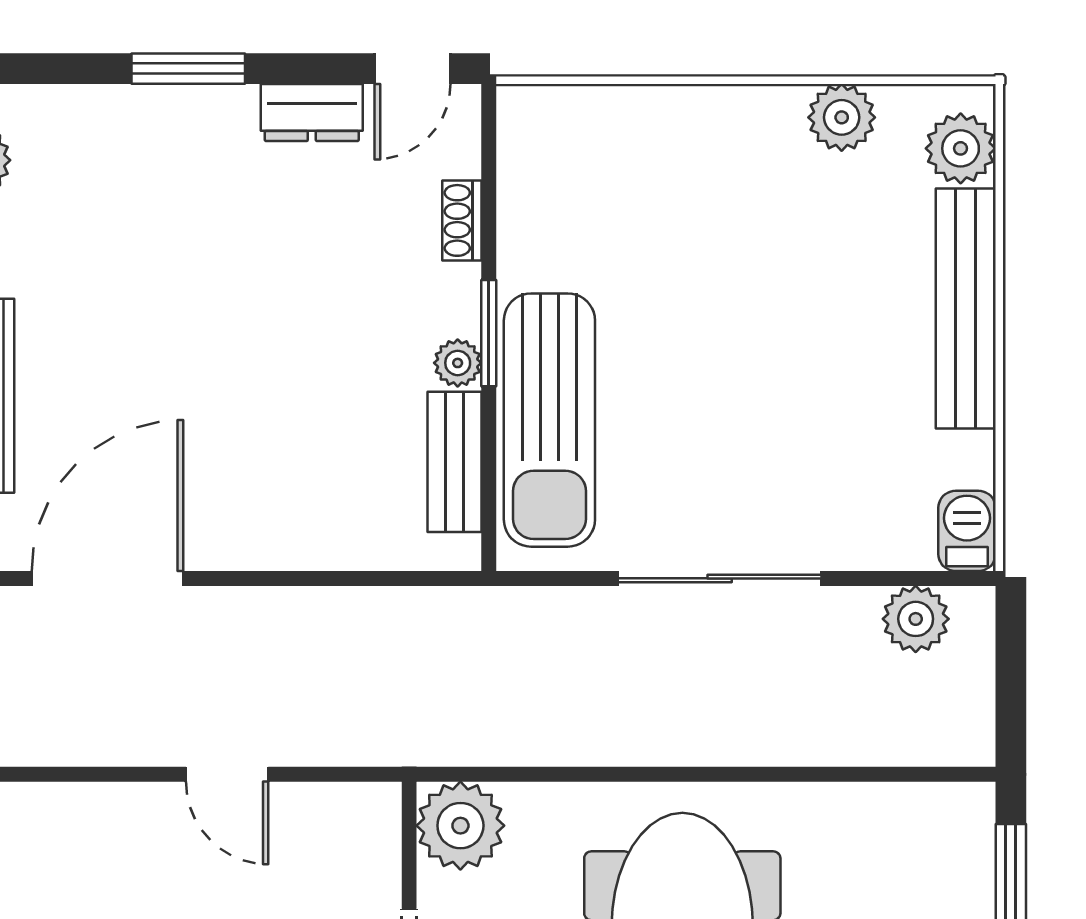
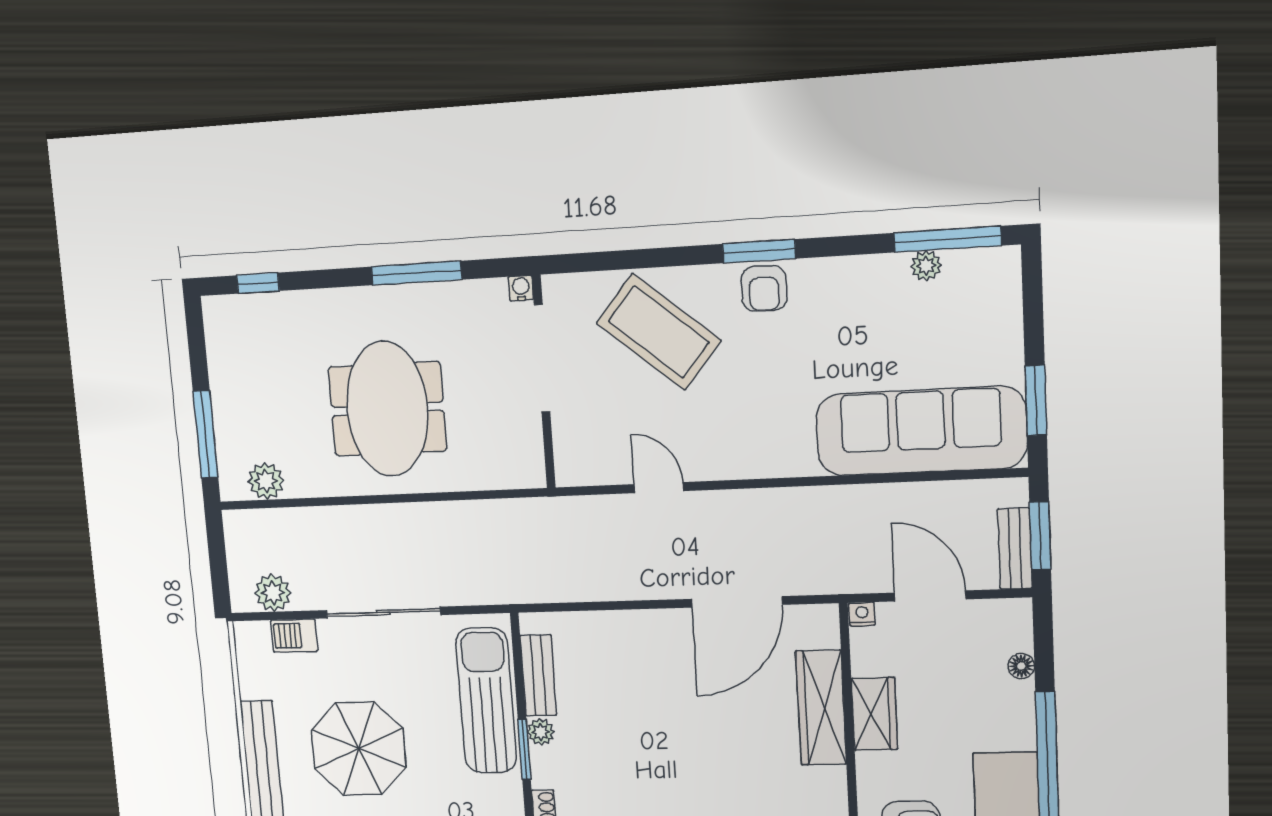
parasol: (785, 339) -> (359, 749), added
barbecue: (967, 531) -> (294, 636), moved, turned 90
plant: (460, 826) -> (266, 481), moved, width x0.73, depth x0.73

